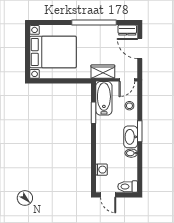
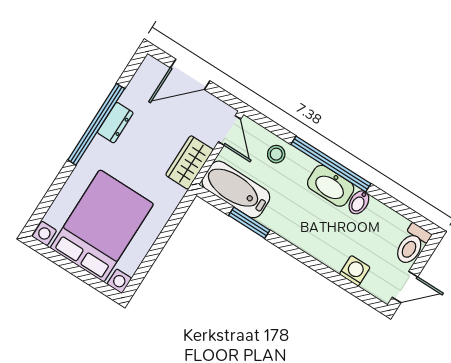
dresser: (127, 30) -> (115, 123), moved
window: (140, 131) -> (331, 164), width x2.11

